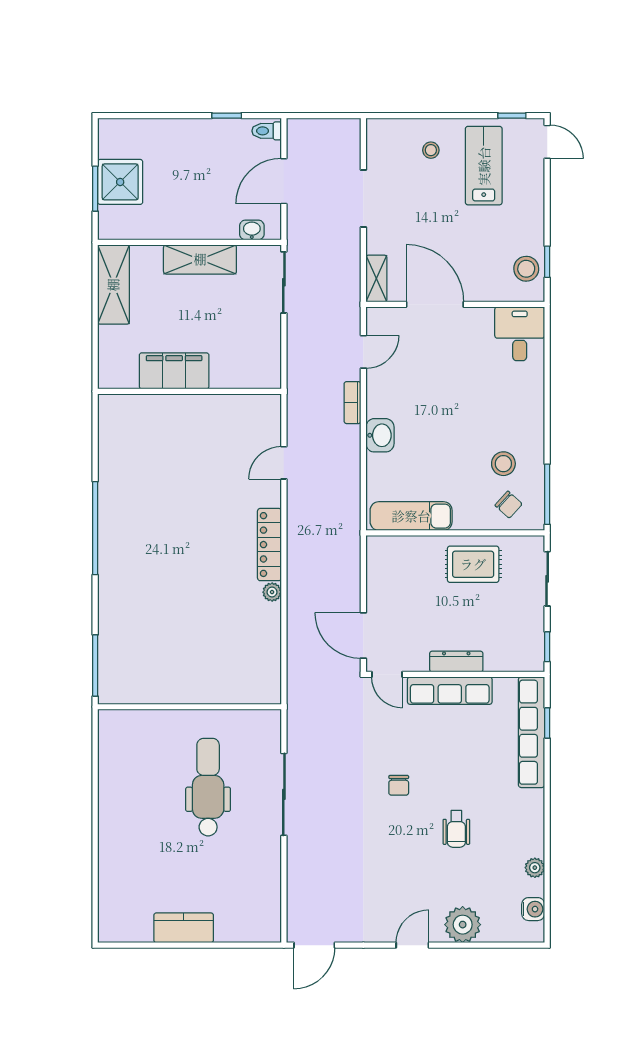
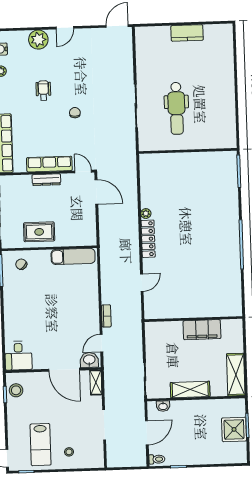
washbasin: (380, 435) -> (89, 360), moved, turned 90
stool: (503, 464) -> (25, 286), removed

